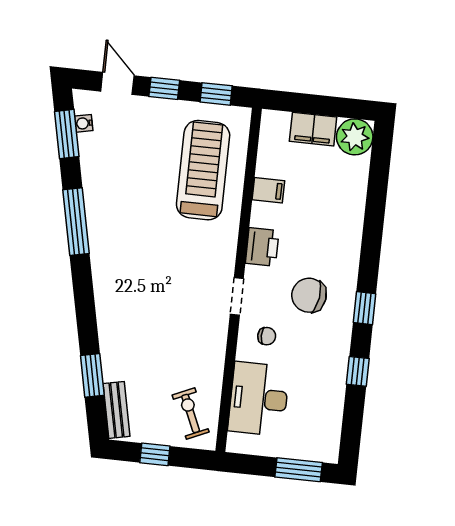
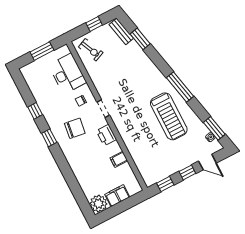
treadmill: (203, 170) -> (169, 116), moved
window: (76, 222) -> (180, 87), moved
window: (299, 470) -> (42, 51), moved

